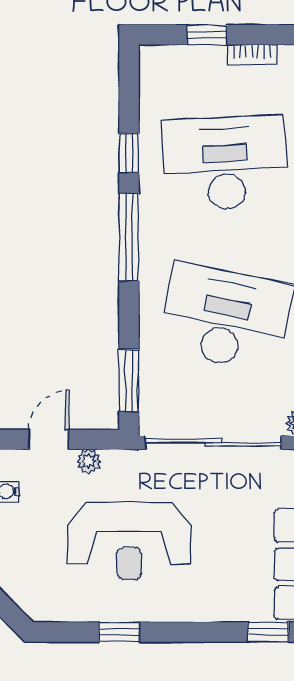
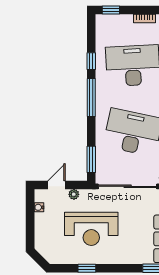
window: (207, 35) -> (111, 10), moved

